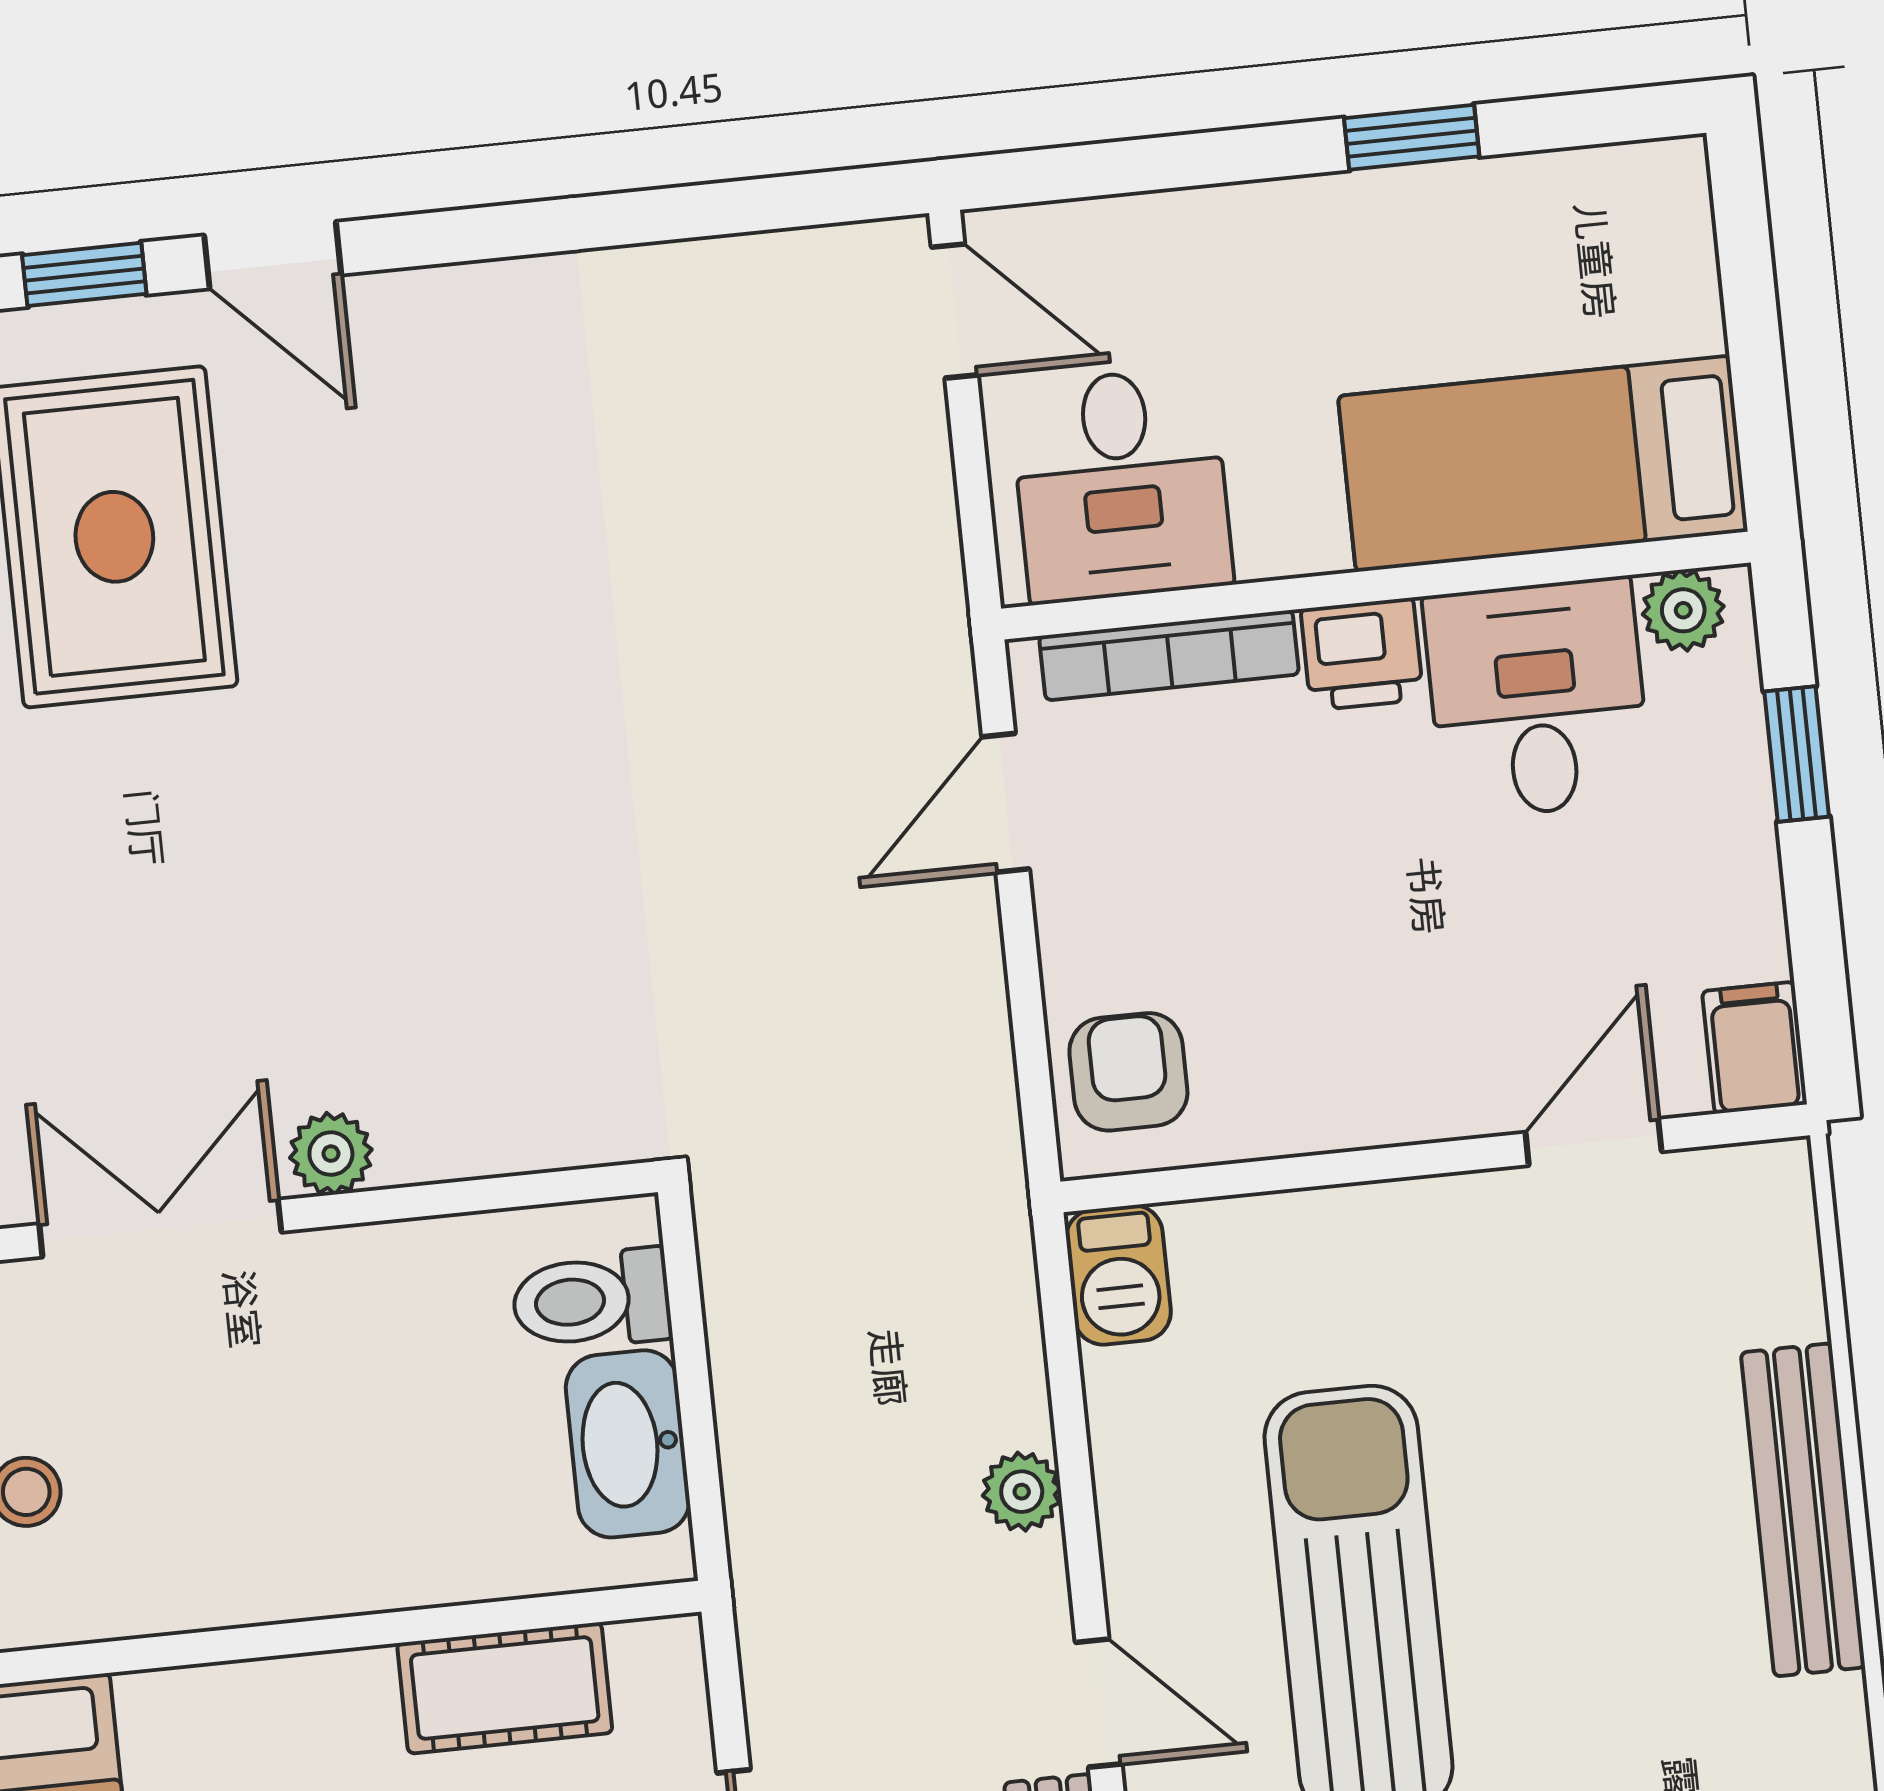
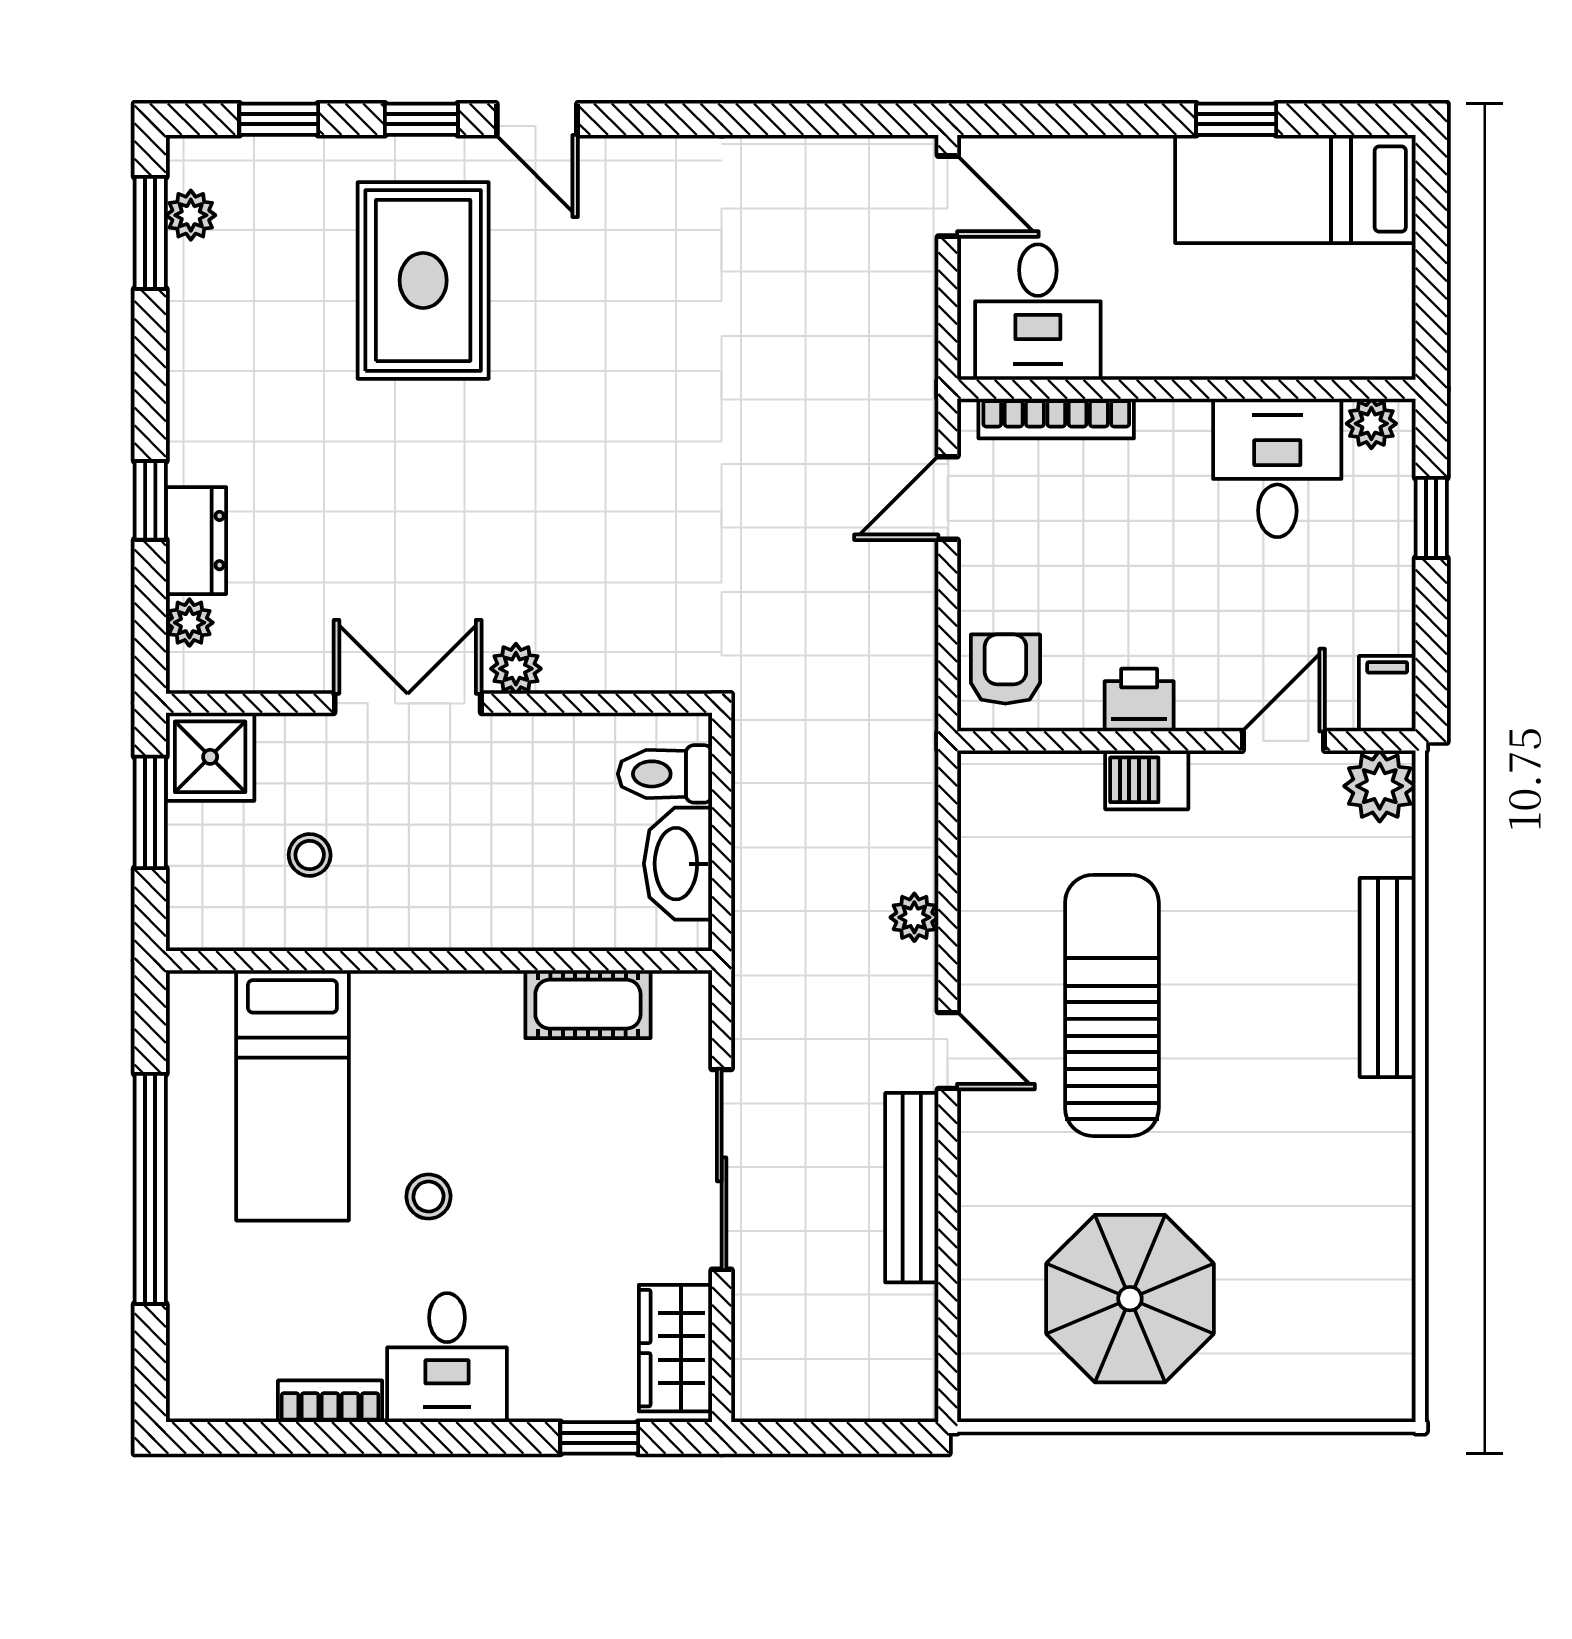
bed: (1543, 464) -> (1295, 189), moved
printer: (1362, 654) -> (1139, 700), moved, turned 180
plant: (1758, 1199) -> (1380, 786), added
barbecue: (1118, 1275) -> (1147, 780), moved, turned 90

